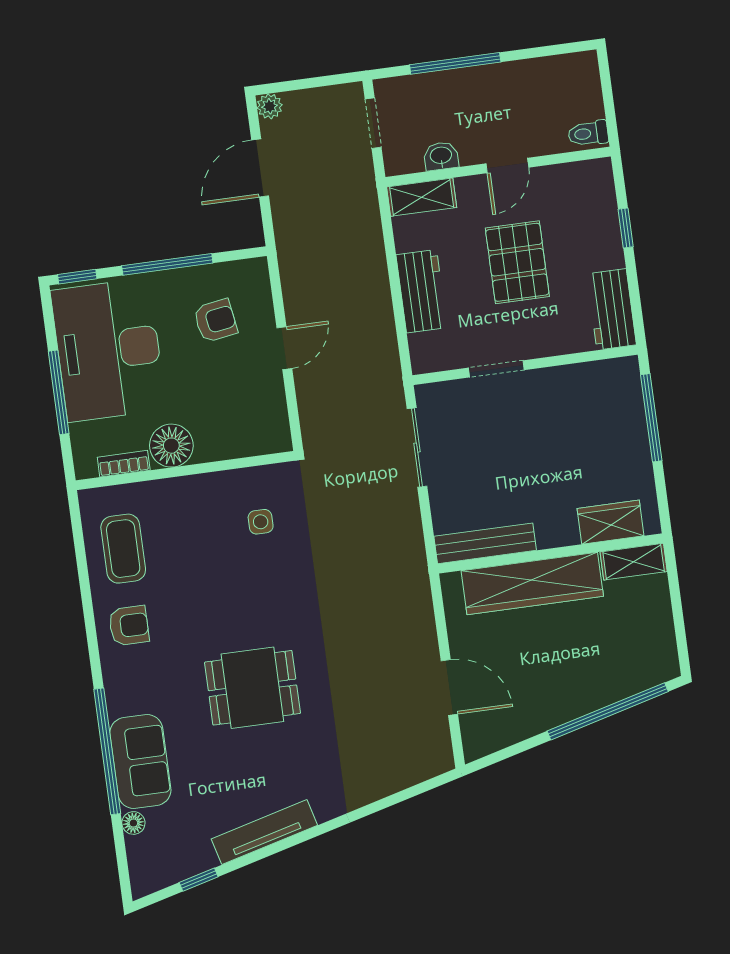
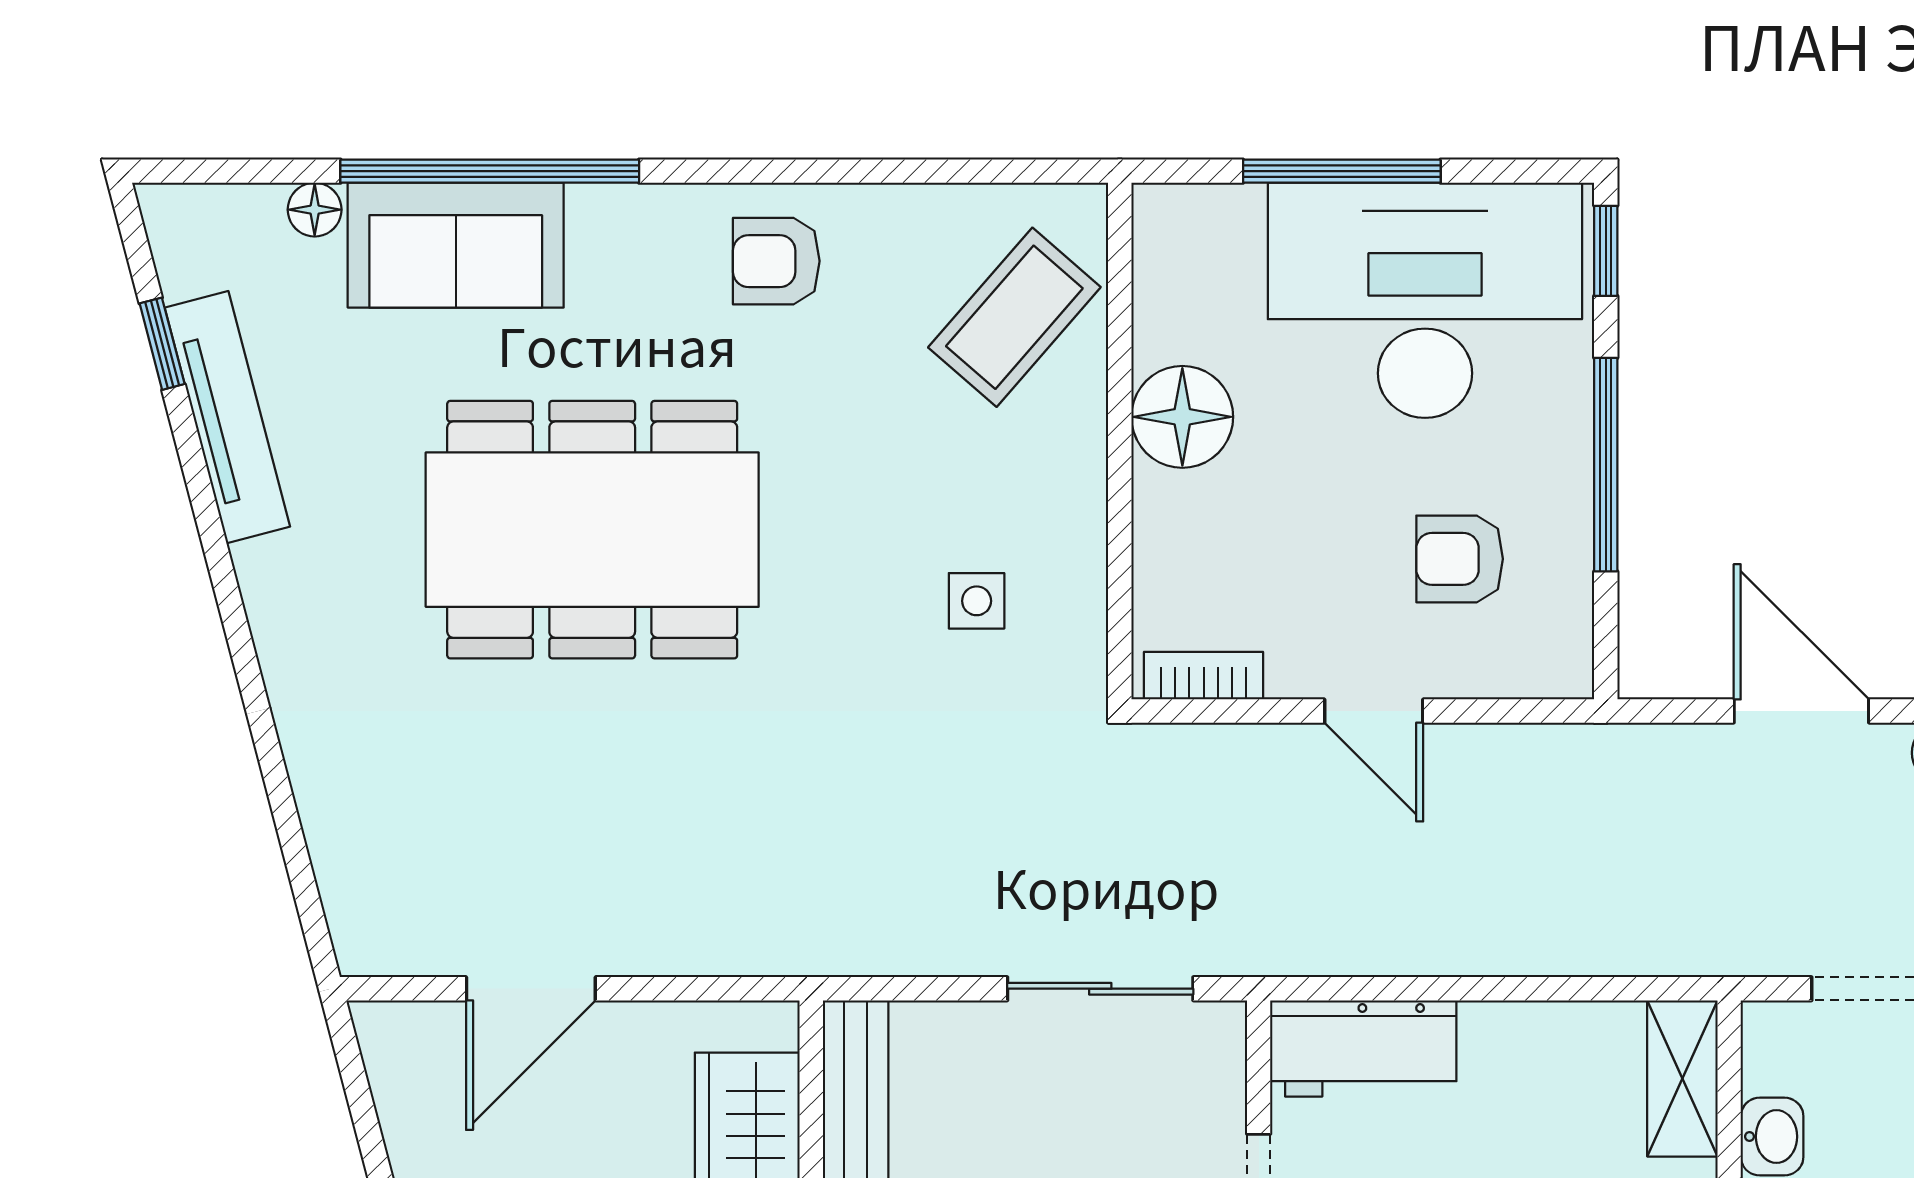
workbench: (421, 291) -> (1363, 1048), moved
armchair: (215, 321) -> (1460, 559), turned 99
bookcase: (124, 464) -> (1204, 676), moved, turned -90
coffee table: (123, 549) -> (1014, 317), moved, turned -49
armchair: (129, 626) -> (776, 261), turned 90
dining table: (252, 688) -> (592, 530), width x1.88, depth x1.24
tv unit: (264, 832) -> (227, 417), moved

